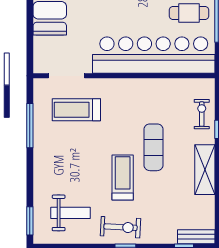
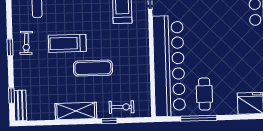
treadmill: (123, 177) -> (67, 43), turned 180
exercise bike: (121, 227) -> (26, 43), width x0.73, depth x0.72

